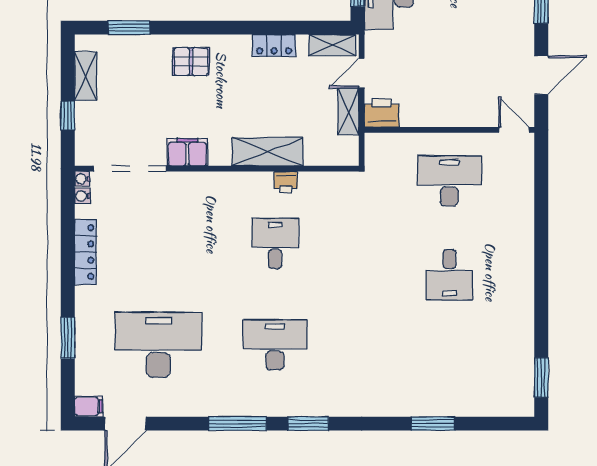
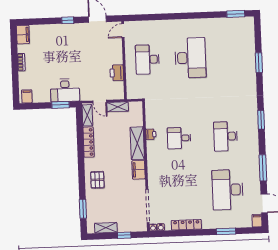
locker: (274, 45) -> (89, 142), width x1.53
printer: (382, 113) -> (117, 73), moved
filing cabinet: (187, 152) -> (139, 170), moved
desk: (449, 275) -> (190, 58), width x1.87, depth x1.30
window: (238, 424) -> (263, 168), moved

